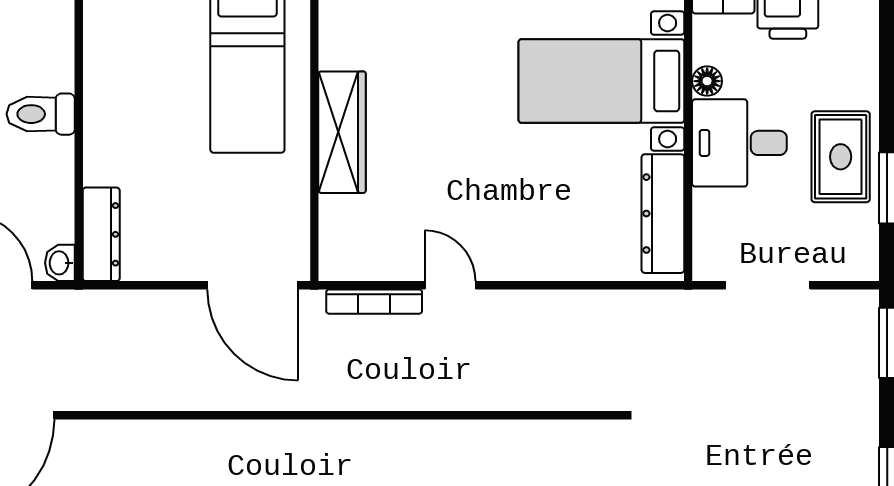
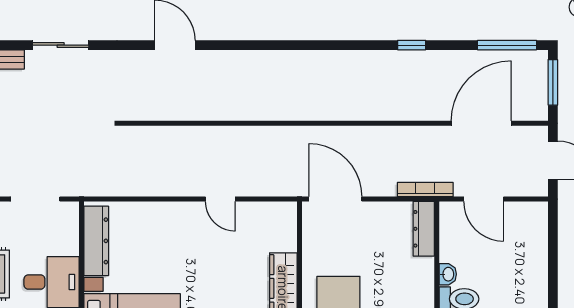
washbasin: (60, 263) -> (448, 274), moved
bookcase: (374, 302) -> (425, 190), moved

